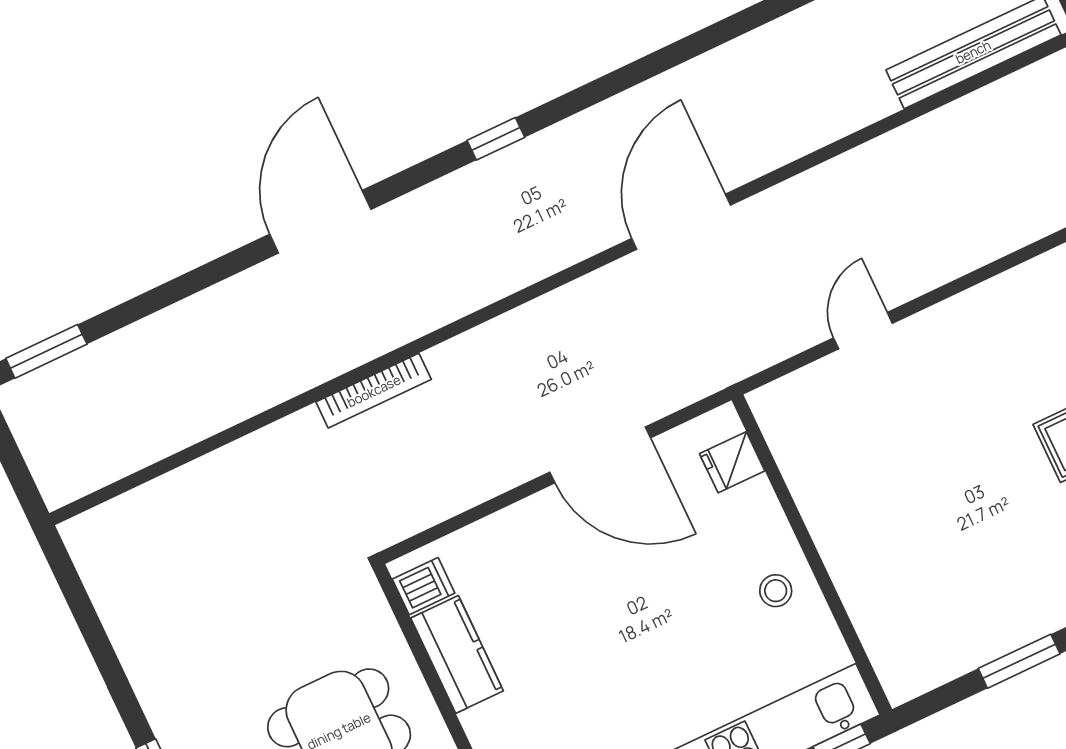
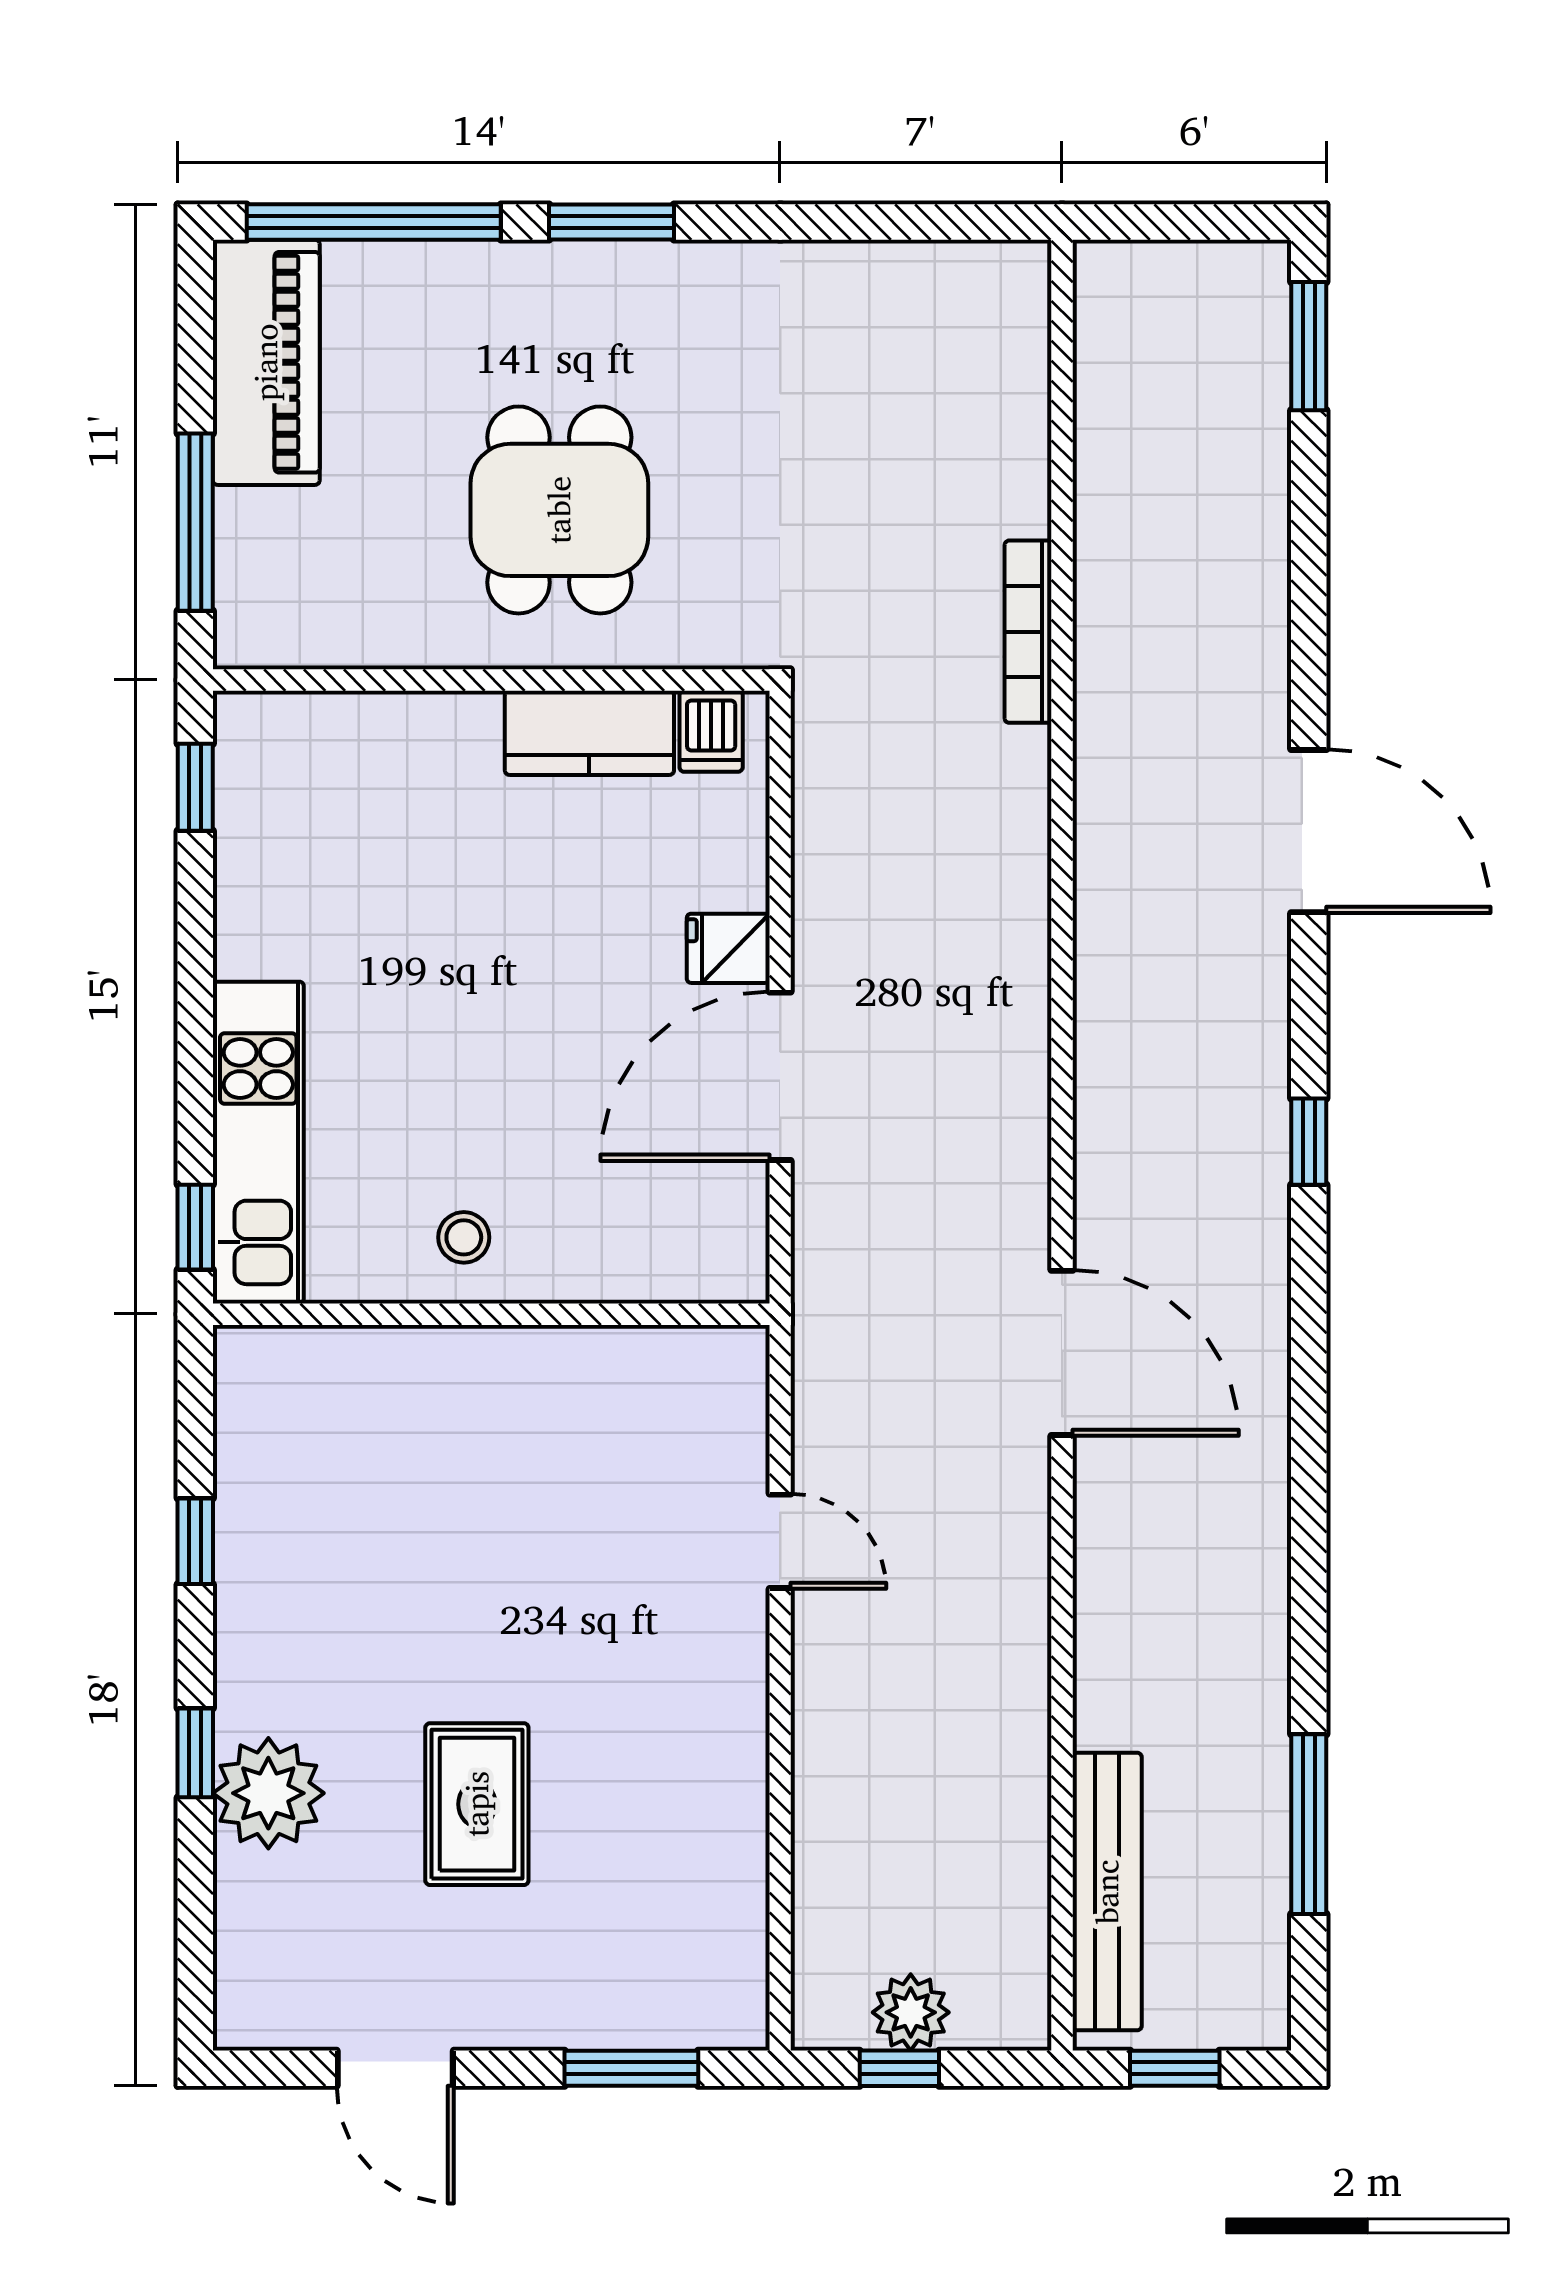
bookcase: (374, 391) -> (1028, 632), moved
fridge: (732, 462) -> (728, 948), moved, turned -90
window: (1019, 661) -> (195, 1541), width x0.67

